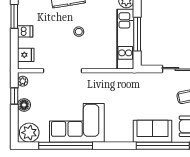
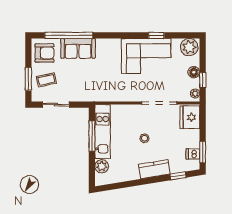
dishwasher: (25, 31) -> (193, 154), moved
fridge: (26, 55) -> (190, 117), width x1.88, depth x1.34
window: (66, 146) -> (156, 35), width x0.32

